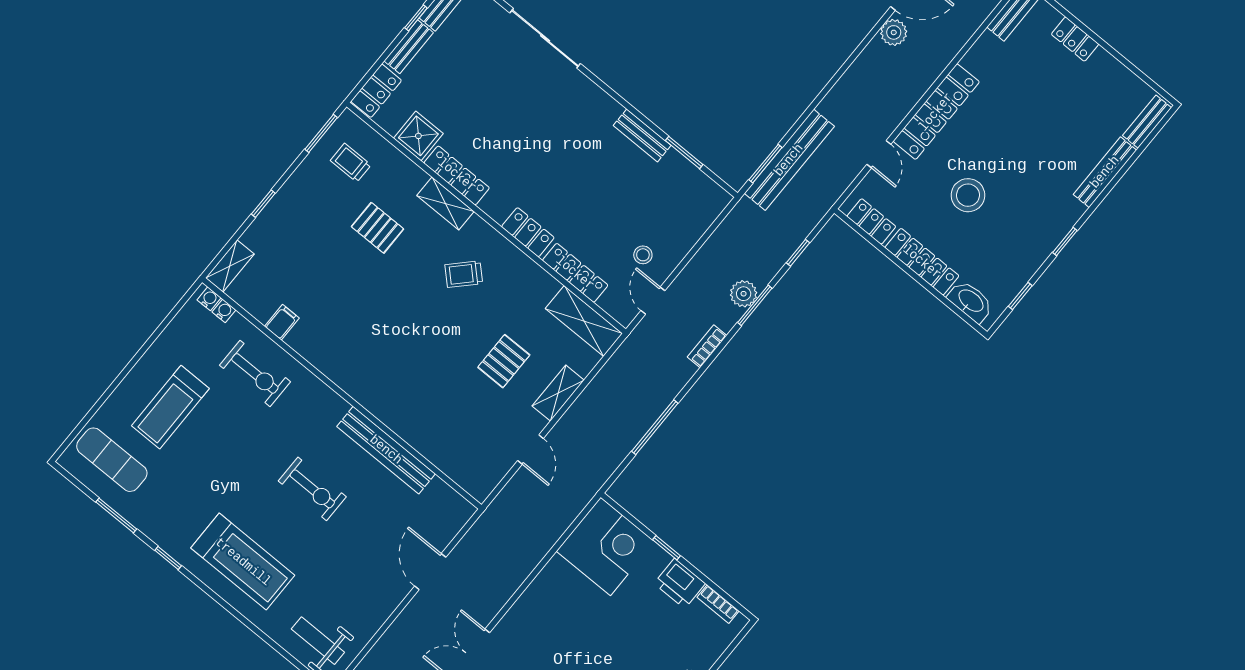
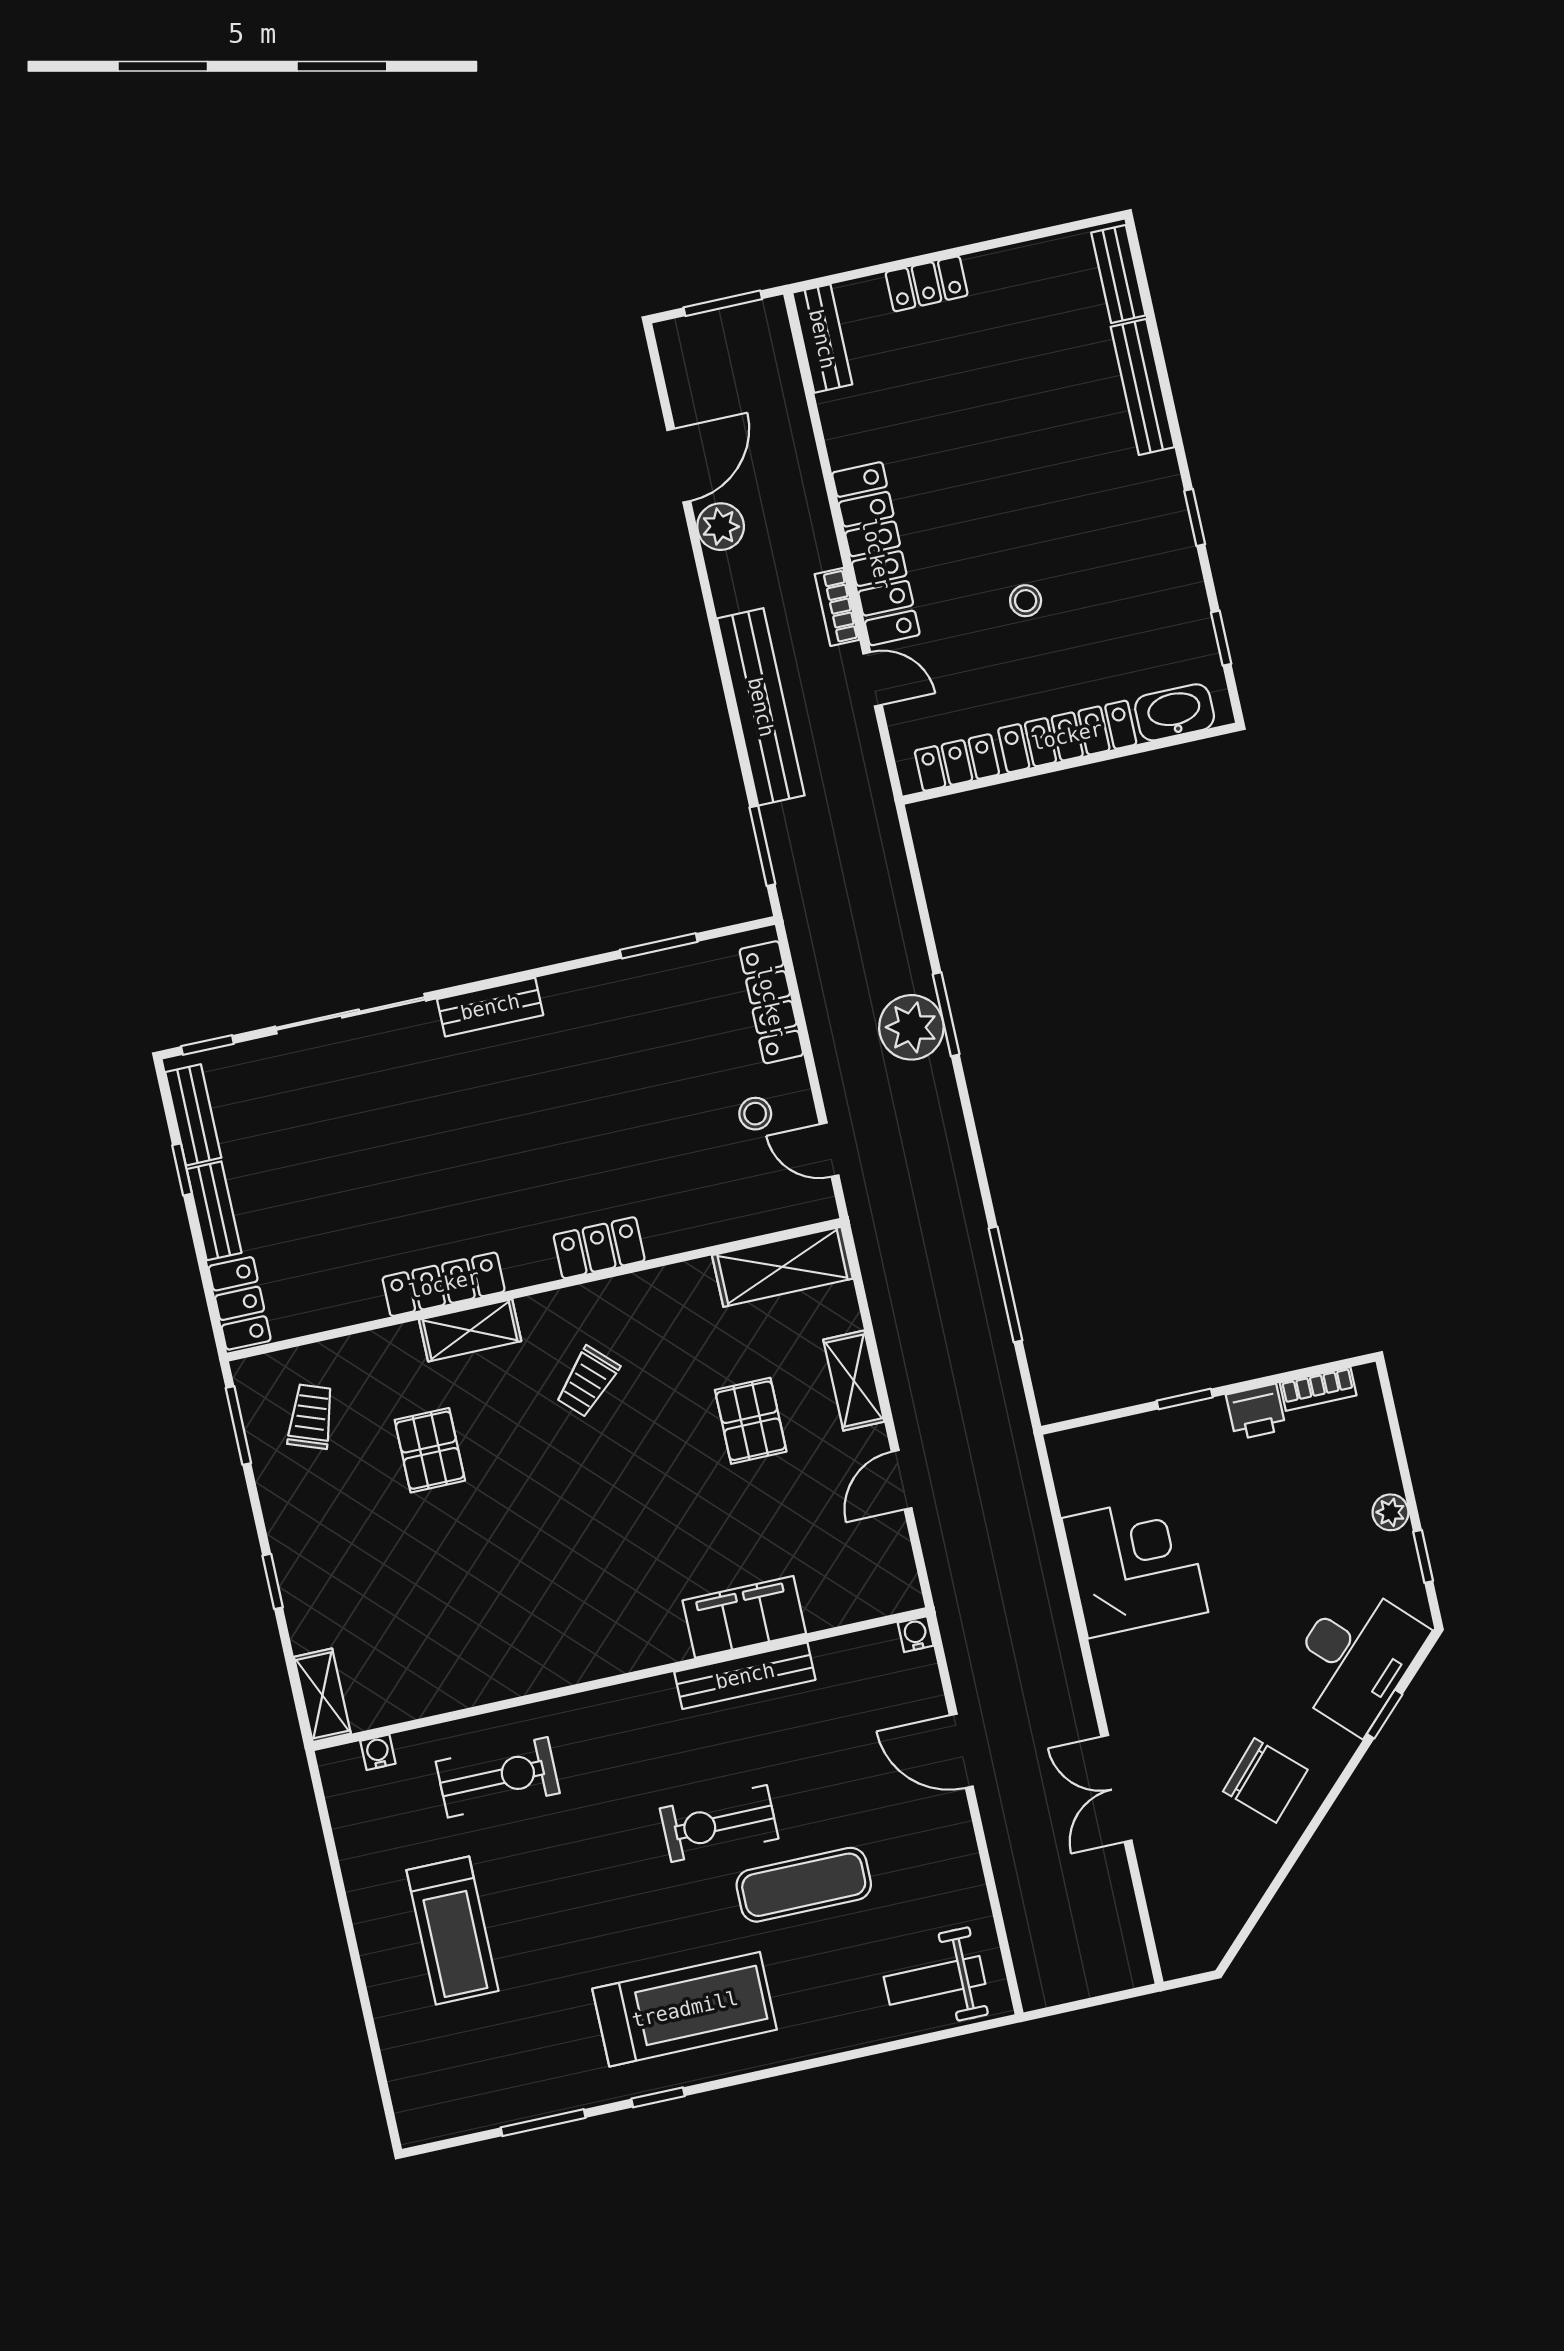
bench: (642, 135) -> (490, 1007), moved
shower: (418, 136) -> (348, 1294), removed
bench: (789, 160) -> (761, 707), moved
trolley: (351, 163) -> (311, 1417), turned 110
stool: (968, 195) -> (1026, 601), width x0.53, depth x0.53
pallet: (377, 228) -> (430, 1450), turned 90
window: (798, 253) -> (920, 897), removed
locker: (575, 273) -> (771, 1002), moved, turned -90
plant: (744, 294) -> (911, 1027), width x1.36, depth x1.36
water cooler: (209, 299) -> (916, 1634), moved
filing cabinet: (282, 322) -> (744, 1617), moved, width x3.00, depth x1.17
bookcase: (707, 346) -> (837, 607), moved
bench: (386, 450) -> (745, 1676), width x0.73, depth x0.82
door: (531, 450) -> (902, 1480), swing flipped
exercise mat: (112, 460) -> (804, 1885), moved
exercise bike: (312, 489) -> (719, 1824), turned 180
corner desk: (605, 546) -> (1135, 1565), moved
treadmill: (243, 562) -> (685, 2009), moved
printer: (680, 583) -> (1256, 1412), width x0.73, depth x0.81

